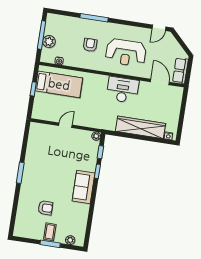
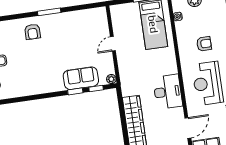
door: (65, 125) -> (113, 44), swing flipped
sofa: (84, 187) -> (81, 78), moved
armchair: (45, 208) -> (32, 32), moved

